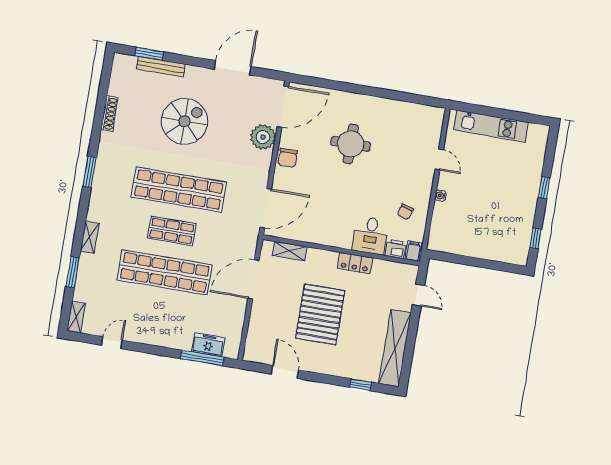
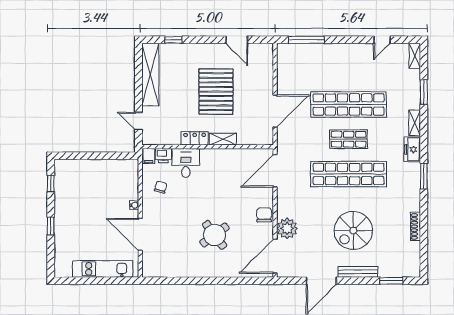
bench: (161, 67) -> (358, 272), moved
round table: (351, 144) -> (215, 235), turned -37
door: (439, 159) -> (140, 234), width x1.88
shelving: (289, 251) -> (223, 139), moved
freezer: (208, 345) -> (412, 149), moved, turned 90

